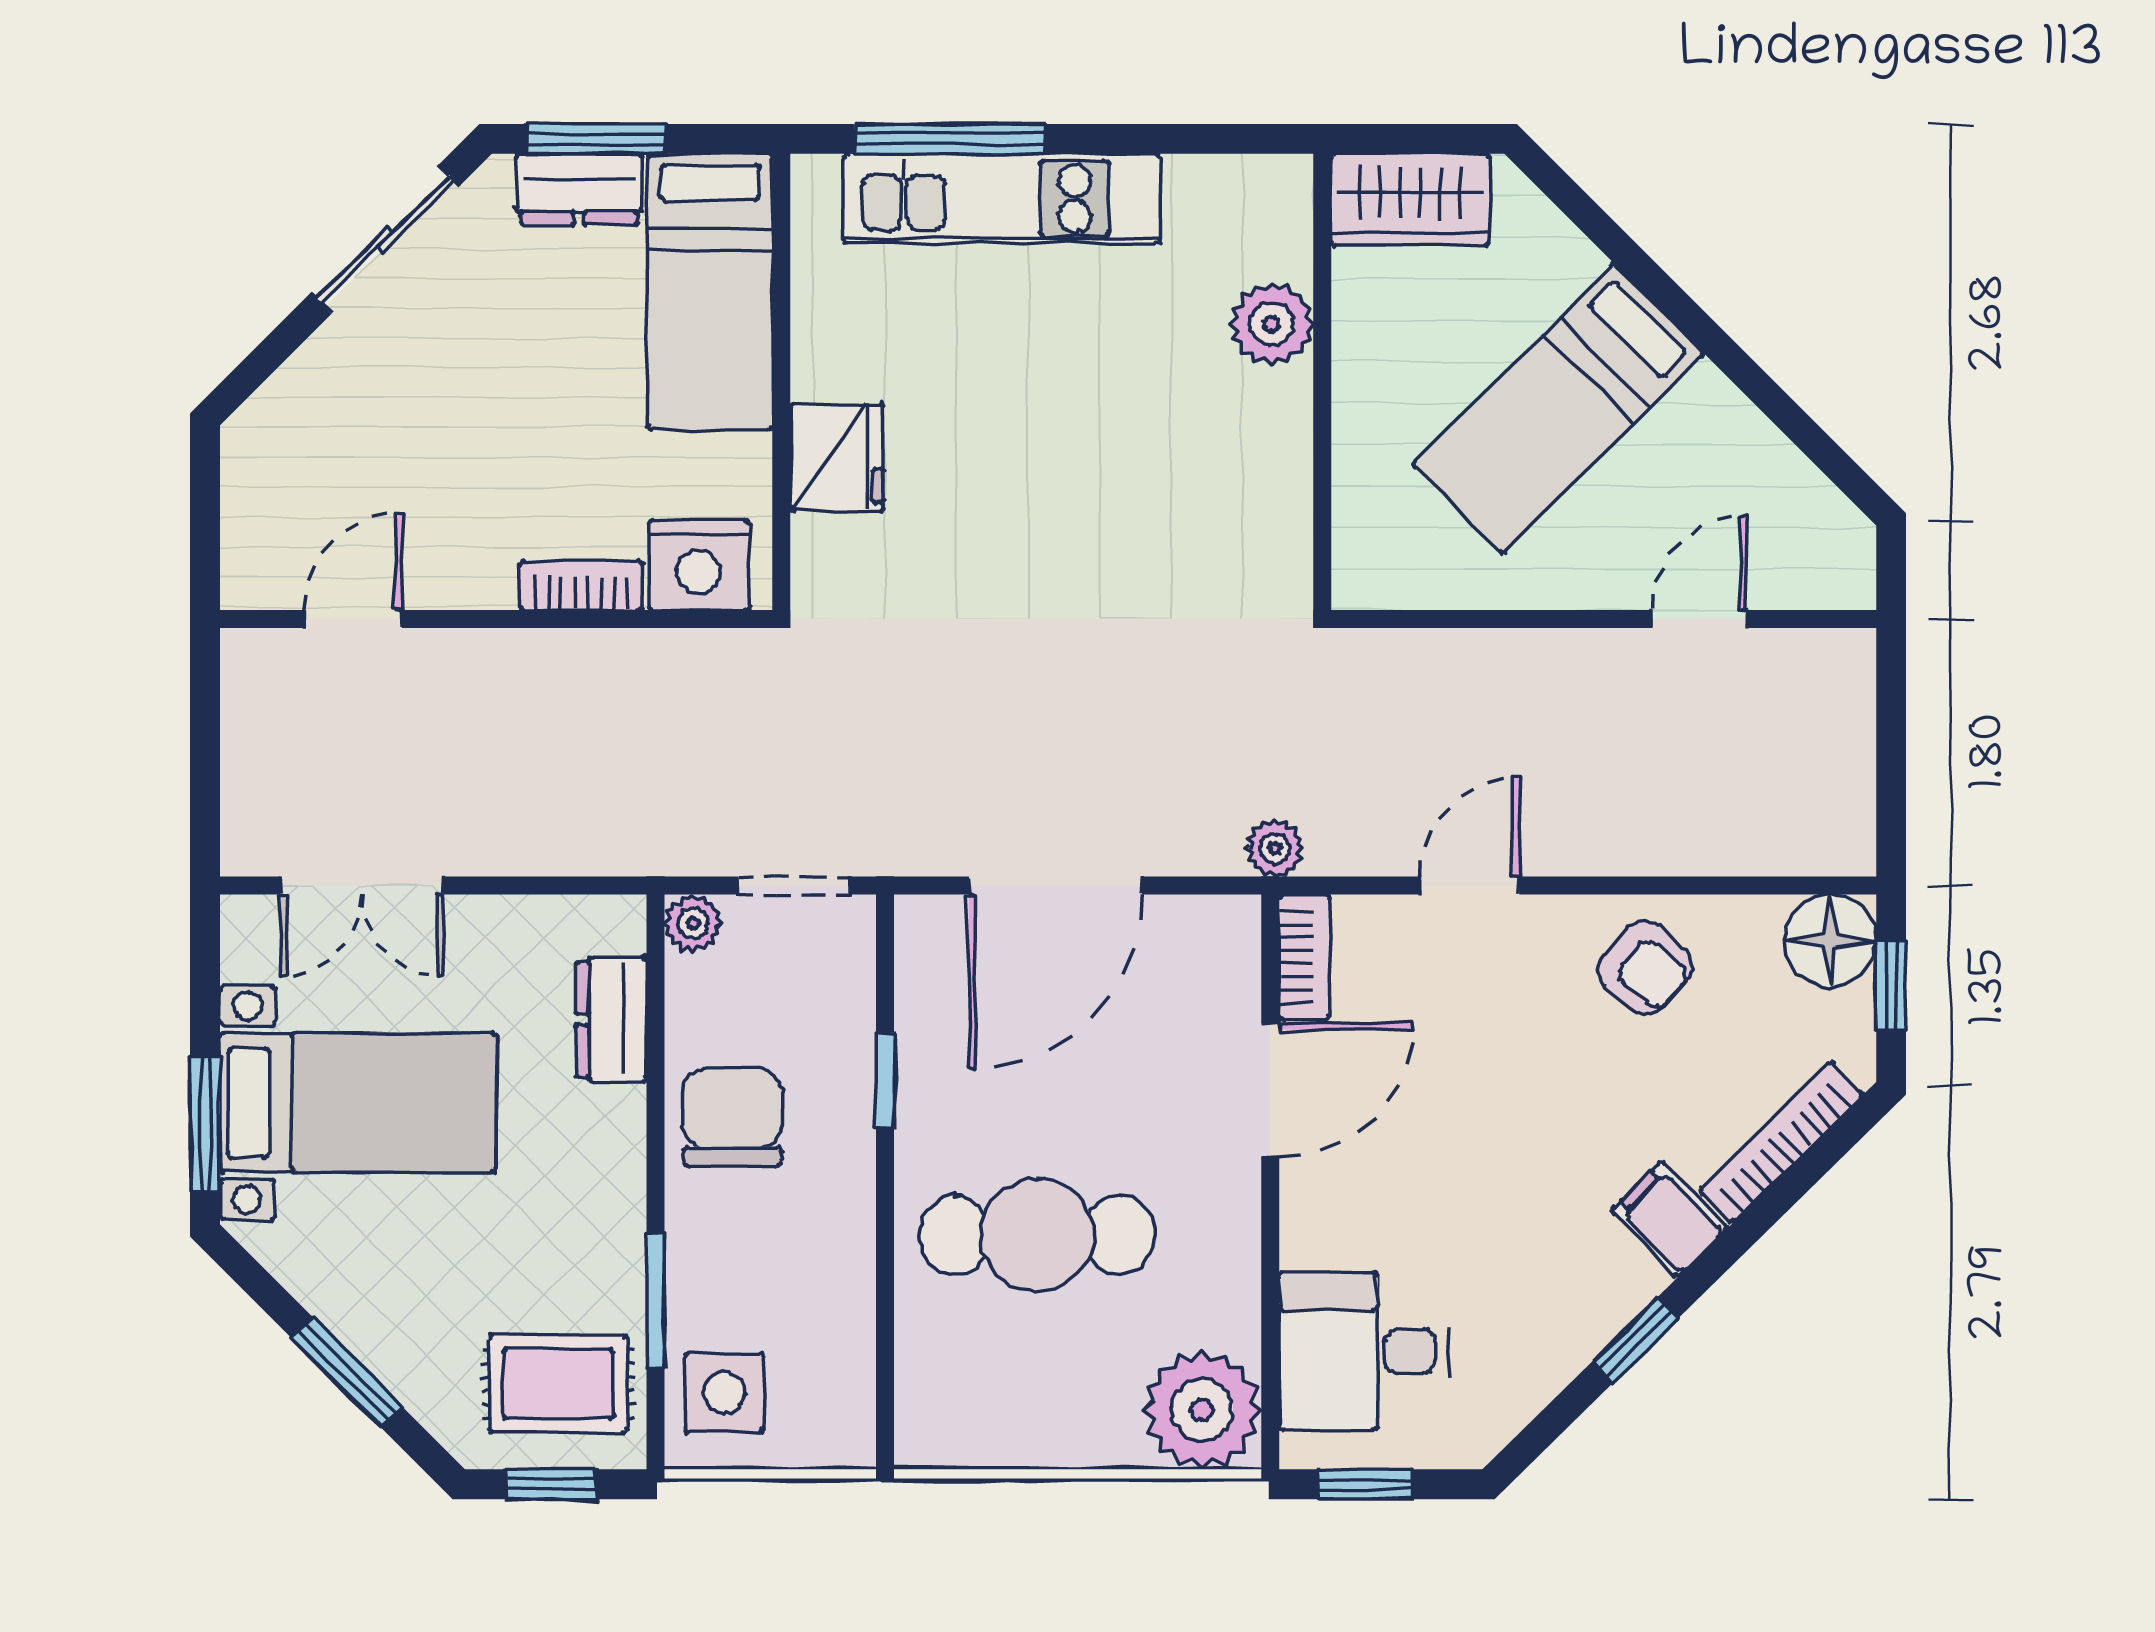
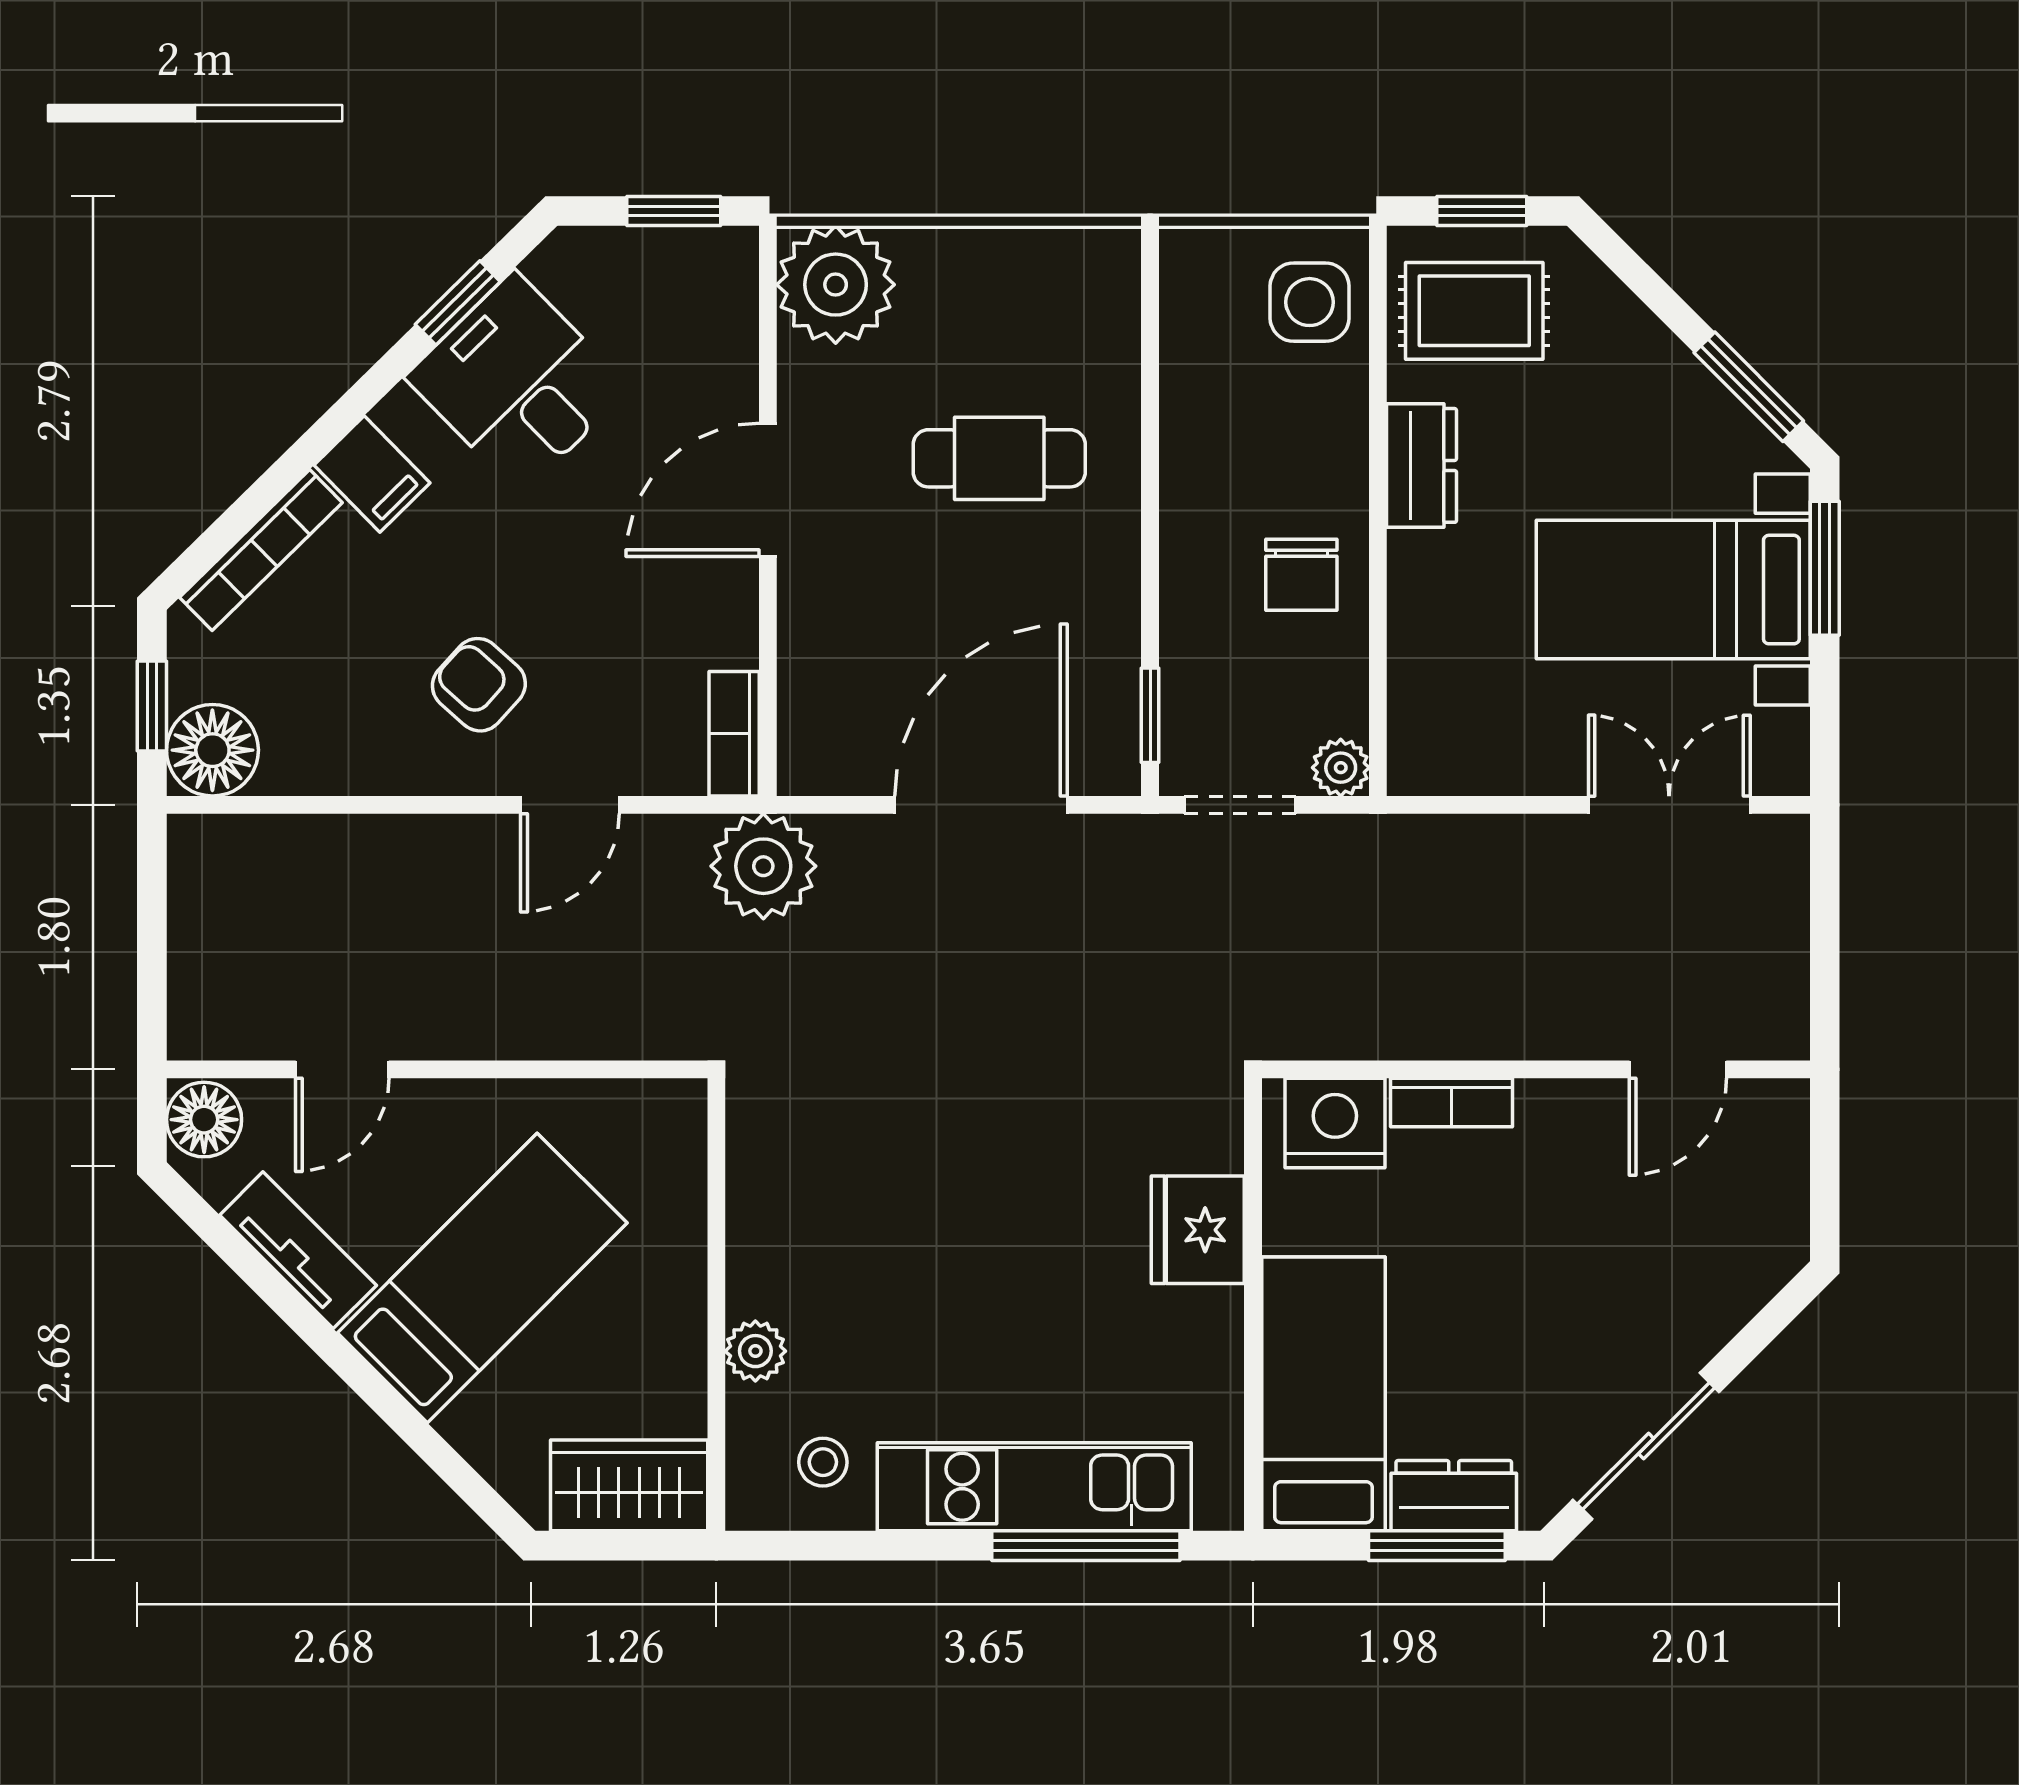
stool: (1215, 223) -> (823, 1462), added
plant: (1271, 324) -> (755, 1351), width x0.73, depth x0.73
tv unit: (1744, 437) -> (298, 1250), added
floor lamp: (1839, 568) -> (204, 1120), added
plant: (1275, 848) -> (763, 866), width x1.88, depth x1.88
armchair: (1645, 968) -> (479, 685), moved
dresser: (611, 1020) -> (1422, 465), moved
window: (885, 1080) -> (1150, 715), moved
door: (1270, 1090) -> (768, 490), moved
chair: (733, 1118) -> (1301, 575), width x0.73, depth x0.73
cafe table: (1037, 1235) -> (999, 458), width x0.73, depth x0.74
window: (655, 1301) -> (1378, 393), removed
window: (1635, 1340) -> (458, 303), moved
desk: (1364, 1351) -> (518, 383), moved, turned -135
window: (347, 1373) -> (1749, 387), moved

